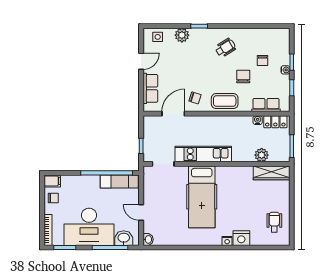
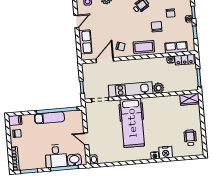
plant: (262, 155) -> (159, 88), moved
wardrobe: (272, 173) -> (190, 99), width x0.67
exam couch: (119, 181) -> (49, 118), moved
desk: (89, 227) -> (56, 156), width x0.53, depth x0.77

